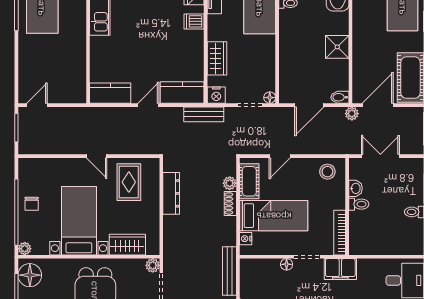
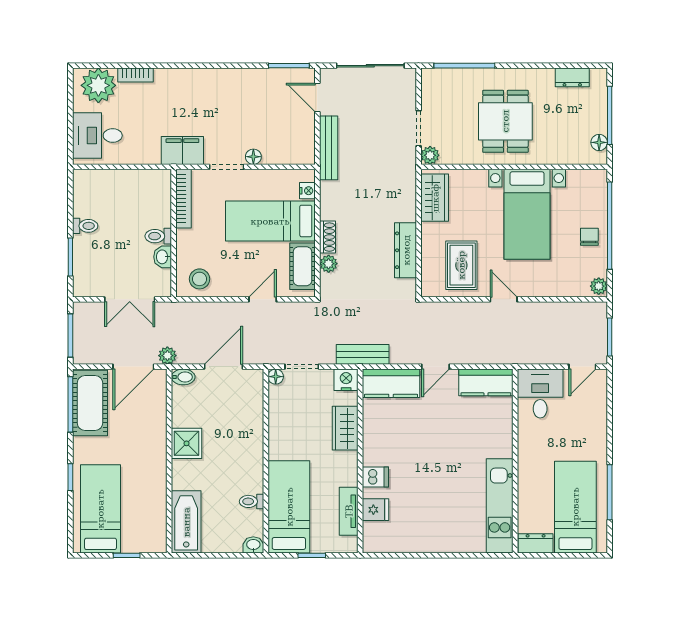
desk: (69, 85) -> (540, 394), added
wardrobe: (127, 245) -> (435, 198), moved, turned -90
plant: (25, 249) -> (599, 286), moved
floor lamp: (30, 275) -> (599, 142), width x0.53, depth x0.53

